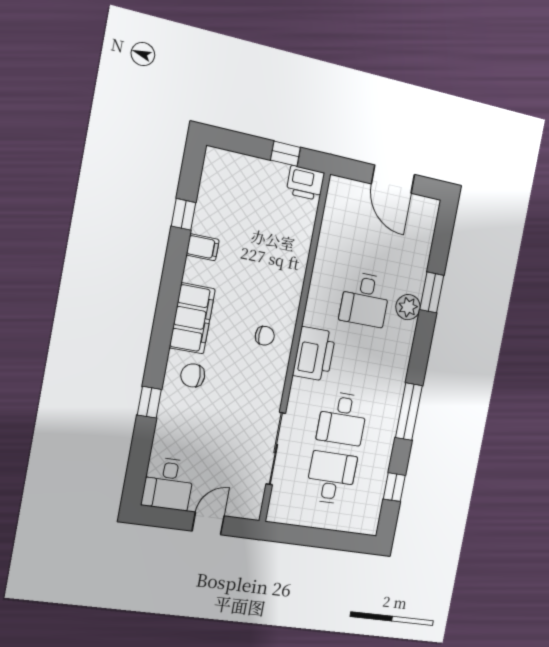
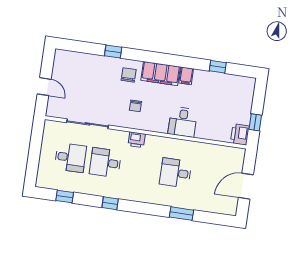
filing cabinet: (203, 247) -> (186, 76), moved
plant: (408, 307) -> (172, 199), removed
chair: (265, 336) -> (135, 106), moved
printer: (314, 354) -> (137, 140), width x0.53, depth x0.68
window: (409, 412) -> (110, 203), width x0.46
desk: (168, 484) -> (183, 122), moved, turned -90

